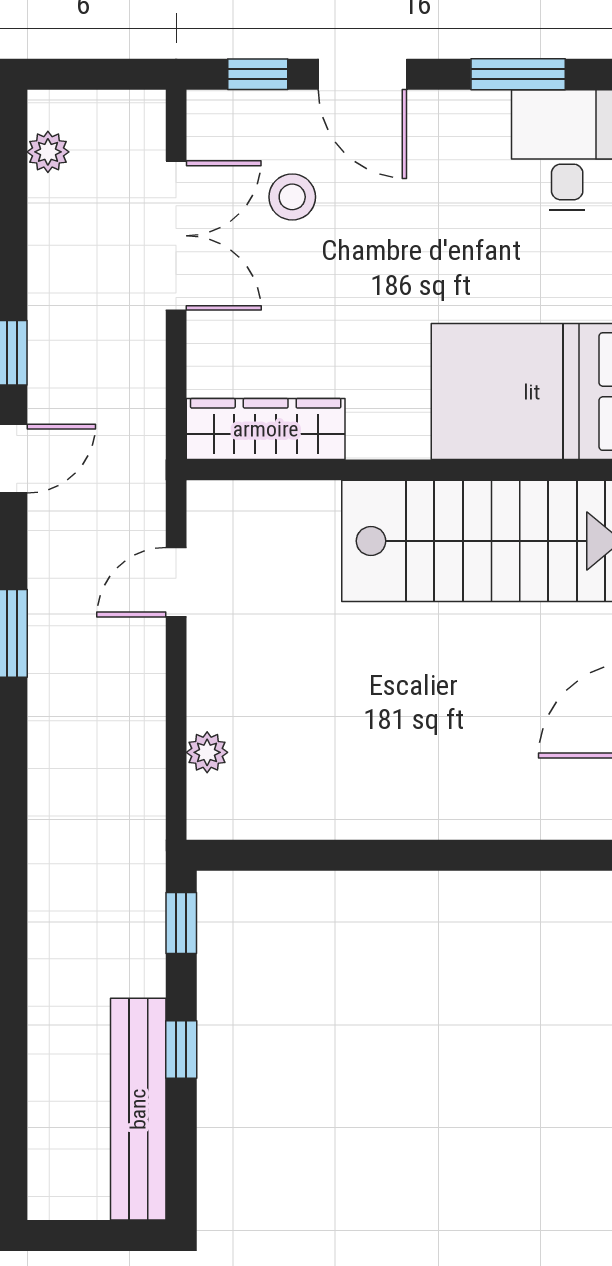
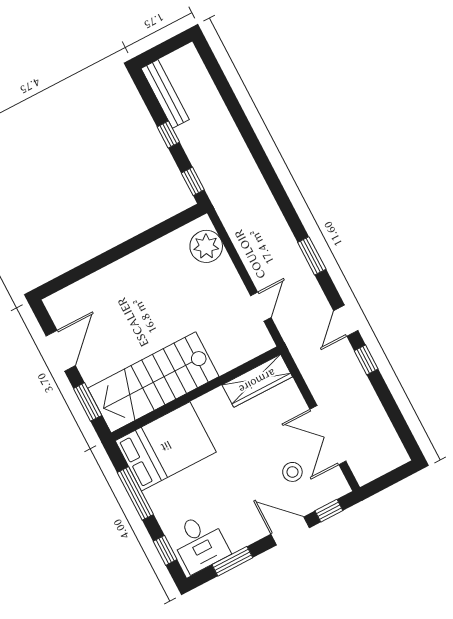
plant: (48, 152) -> (392, 441), removed
plant: (207, 752) -> (206, 246), width x1.87, depth x1.87
bench: (138, 1109) -> (165, 94), width x0.73, depth x0.82

